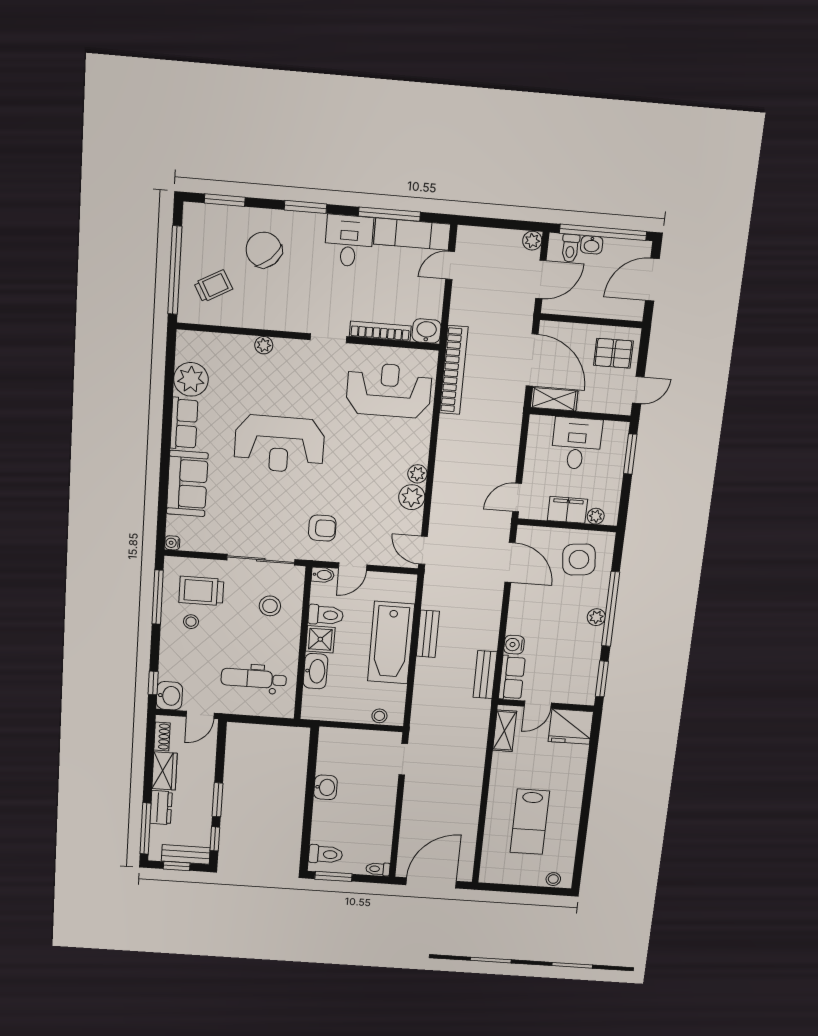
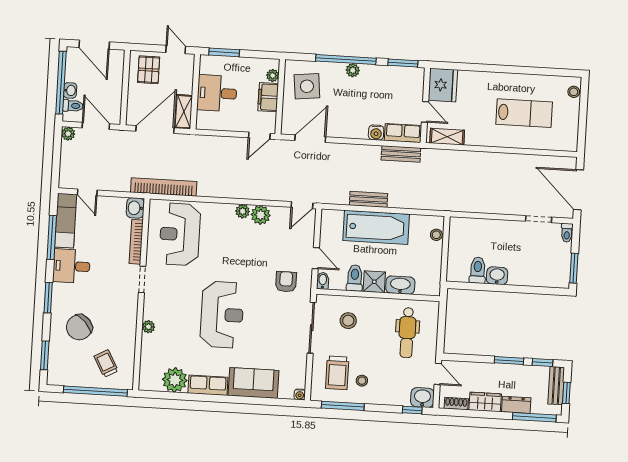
door: (517, 497) -> (259, 136), hinge flipped
doorway: (403, 759) -> (539, 219), moved
toilet: (326, 854) -> (478, 270), moved

